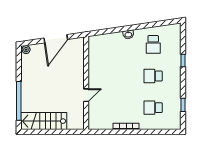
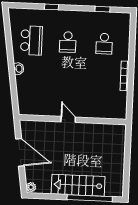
school desk: (153, 44) -> (31, 40), width x1.85
door: (86, 95) -> (68, 119), moved
stairs: (44, 121) -> (78, 185), moved, turned 90

